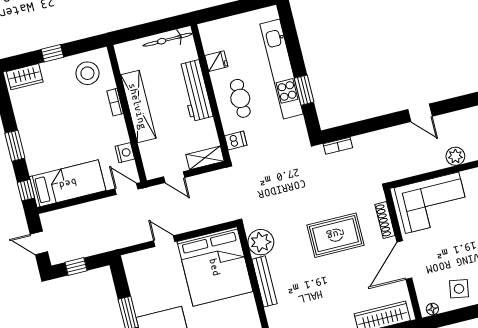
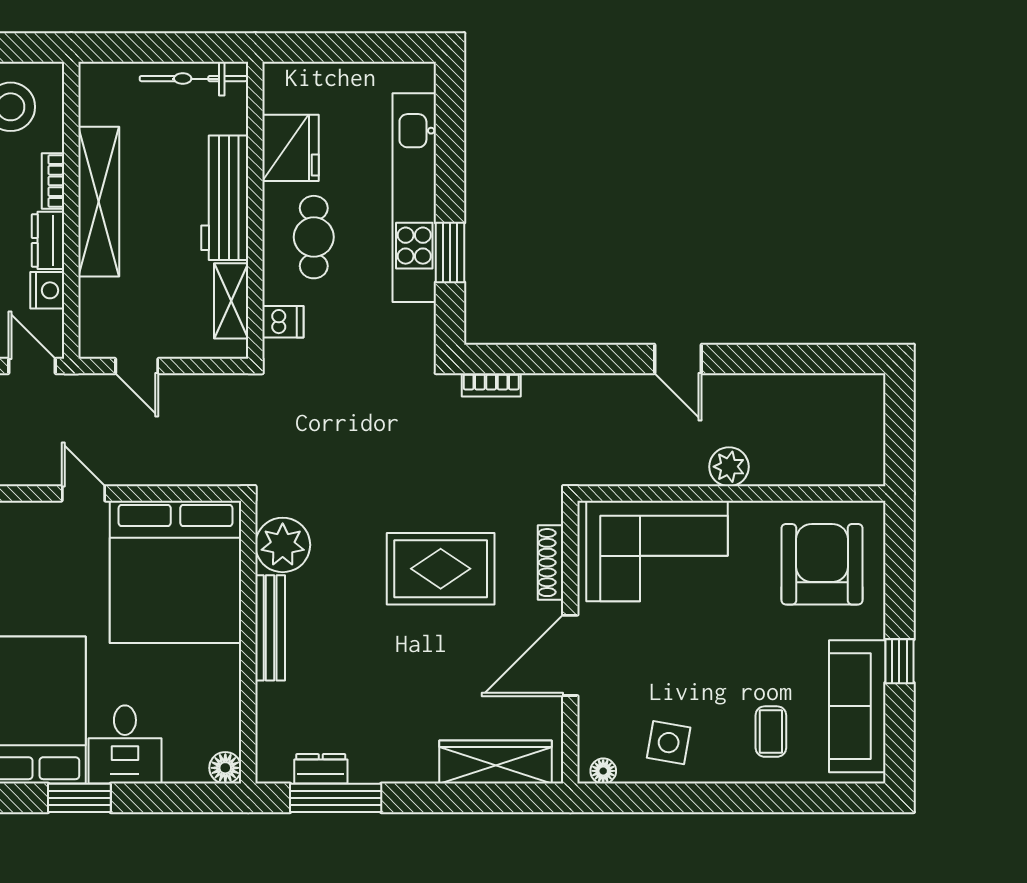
fridge: (216, 61) -> (291, 148), width x1.88, depth x1.34
dresser: (120, 130) -> (48, 240), added
shelving: (205, 158) -> (231, 301), moved, turned 90

